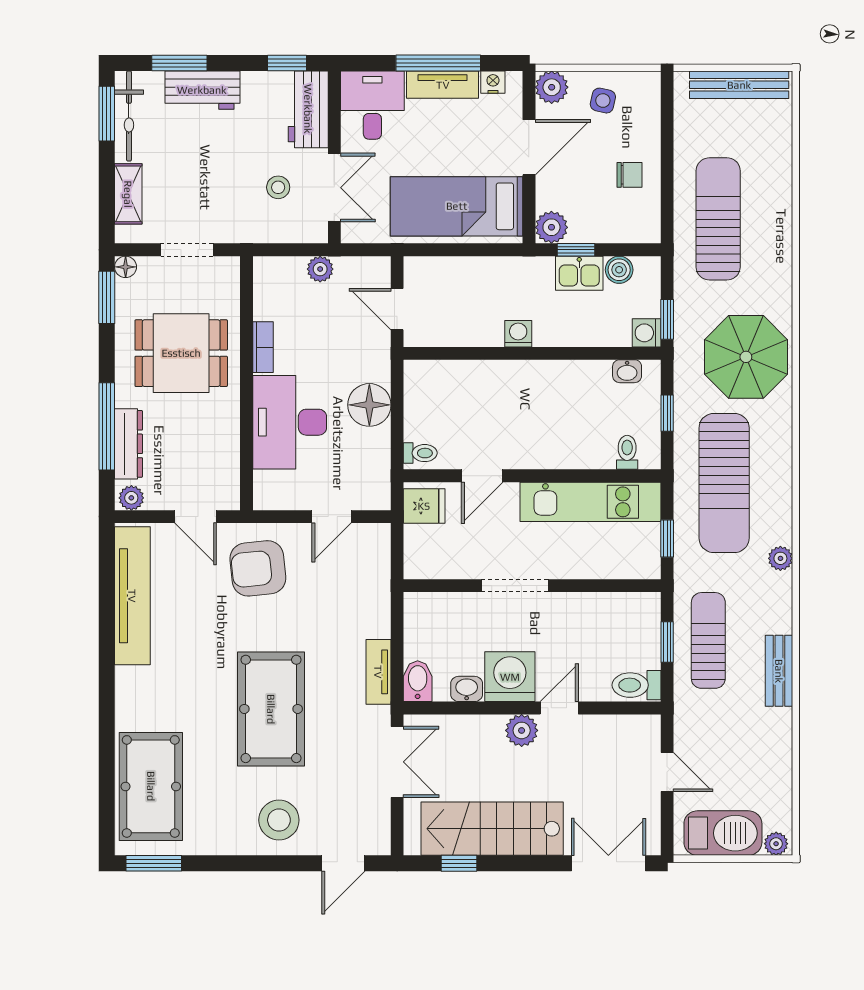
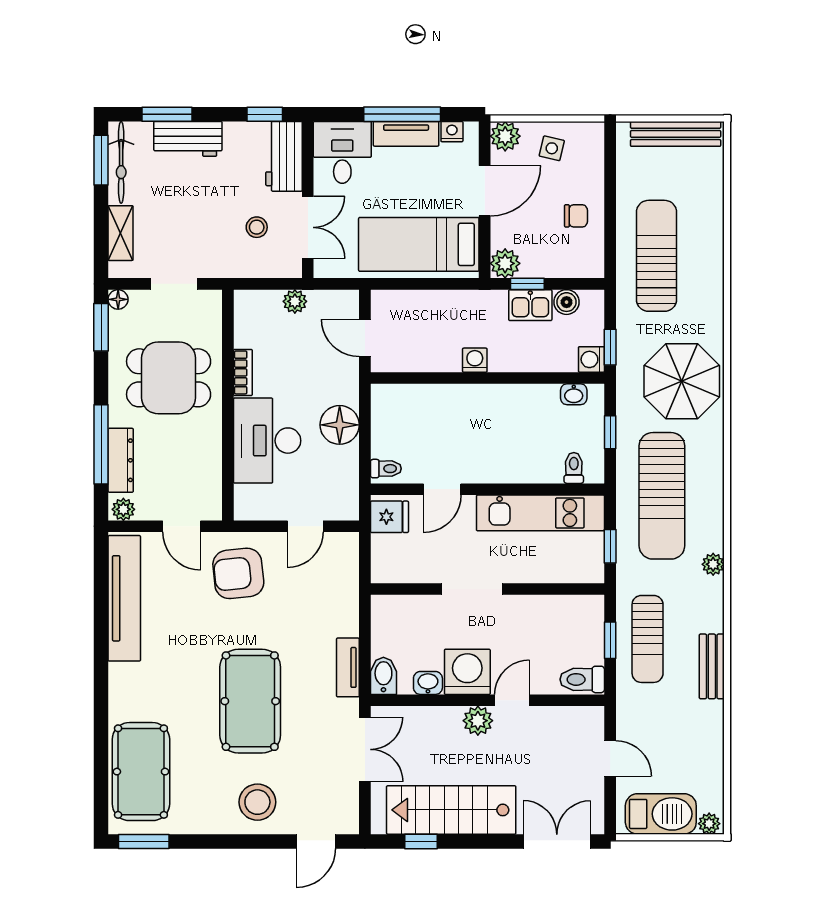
sun lounger: (708, 640) -> (648, 639), turned 180

